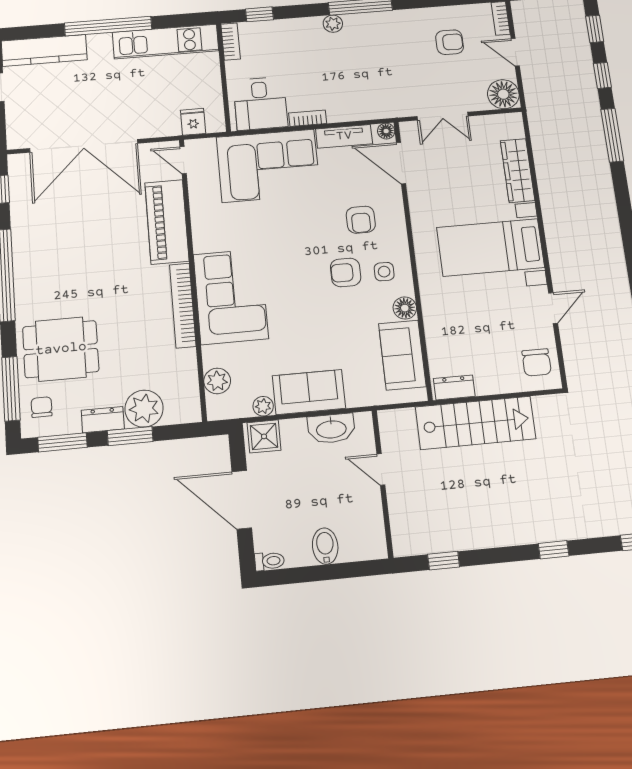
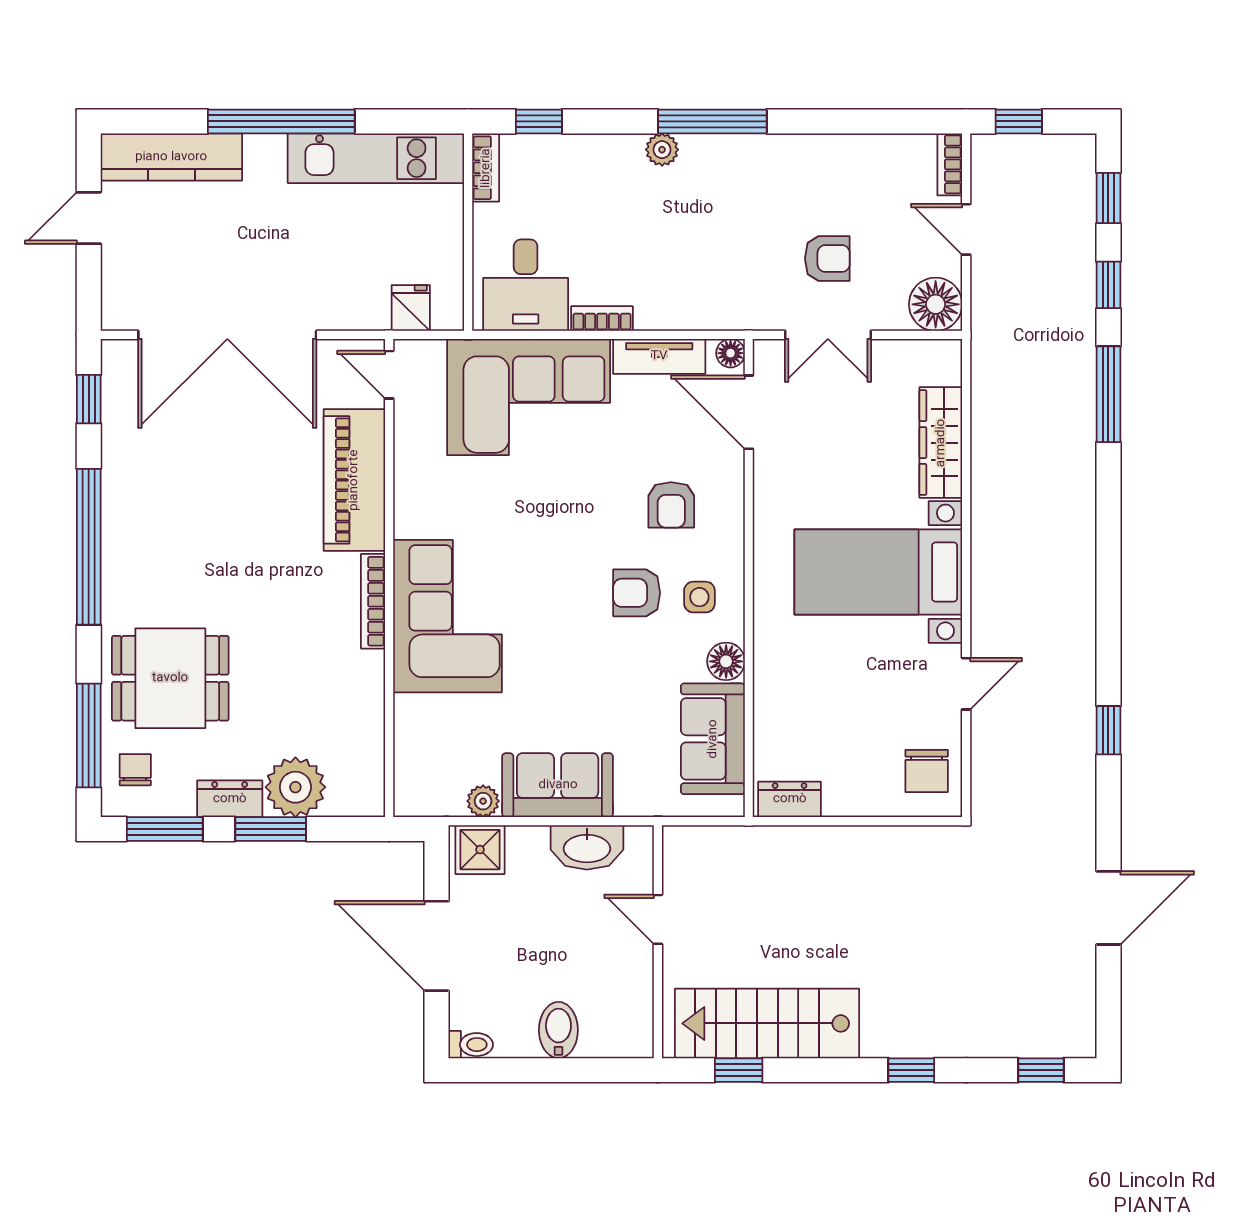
armchair: (450, 42) -> (827, 259), moved
bookcase: (183, 305) -> (373, 601), width x0.68, depth x0.76
plant: (217, 381) -> (414, 753), removed
stairs: (476, 423) -> (767, 1023), moved, turned 180

